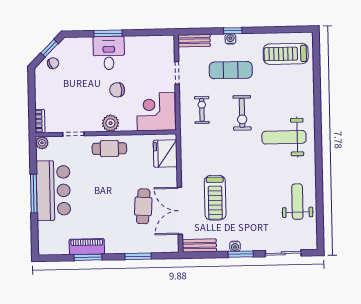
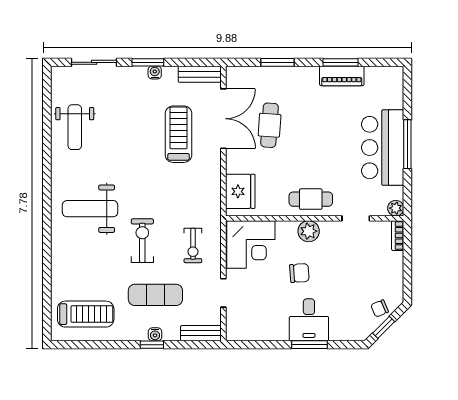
weight bench: (284, 137) -> (90, 209), turned 180

